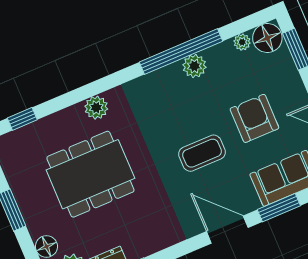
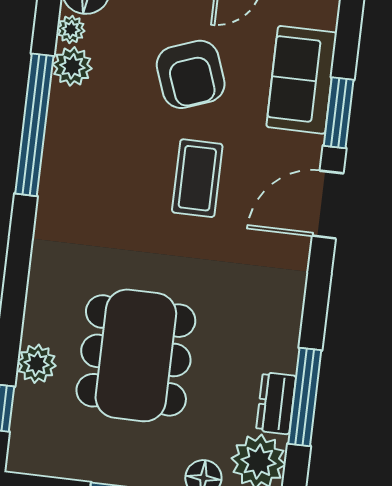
plant: (194, 66) -> (72, 66), moved
plant: (96, 108) -> (37, 364), moved
armchair: (254, 118) -> (191, 74), turned -110

